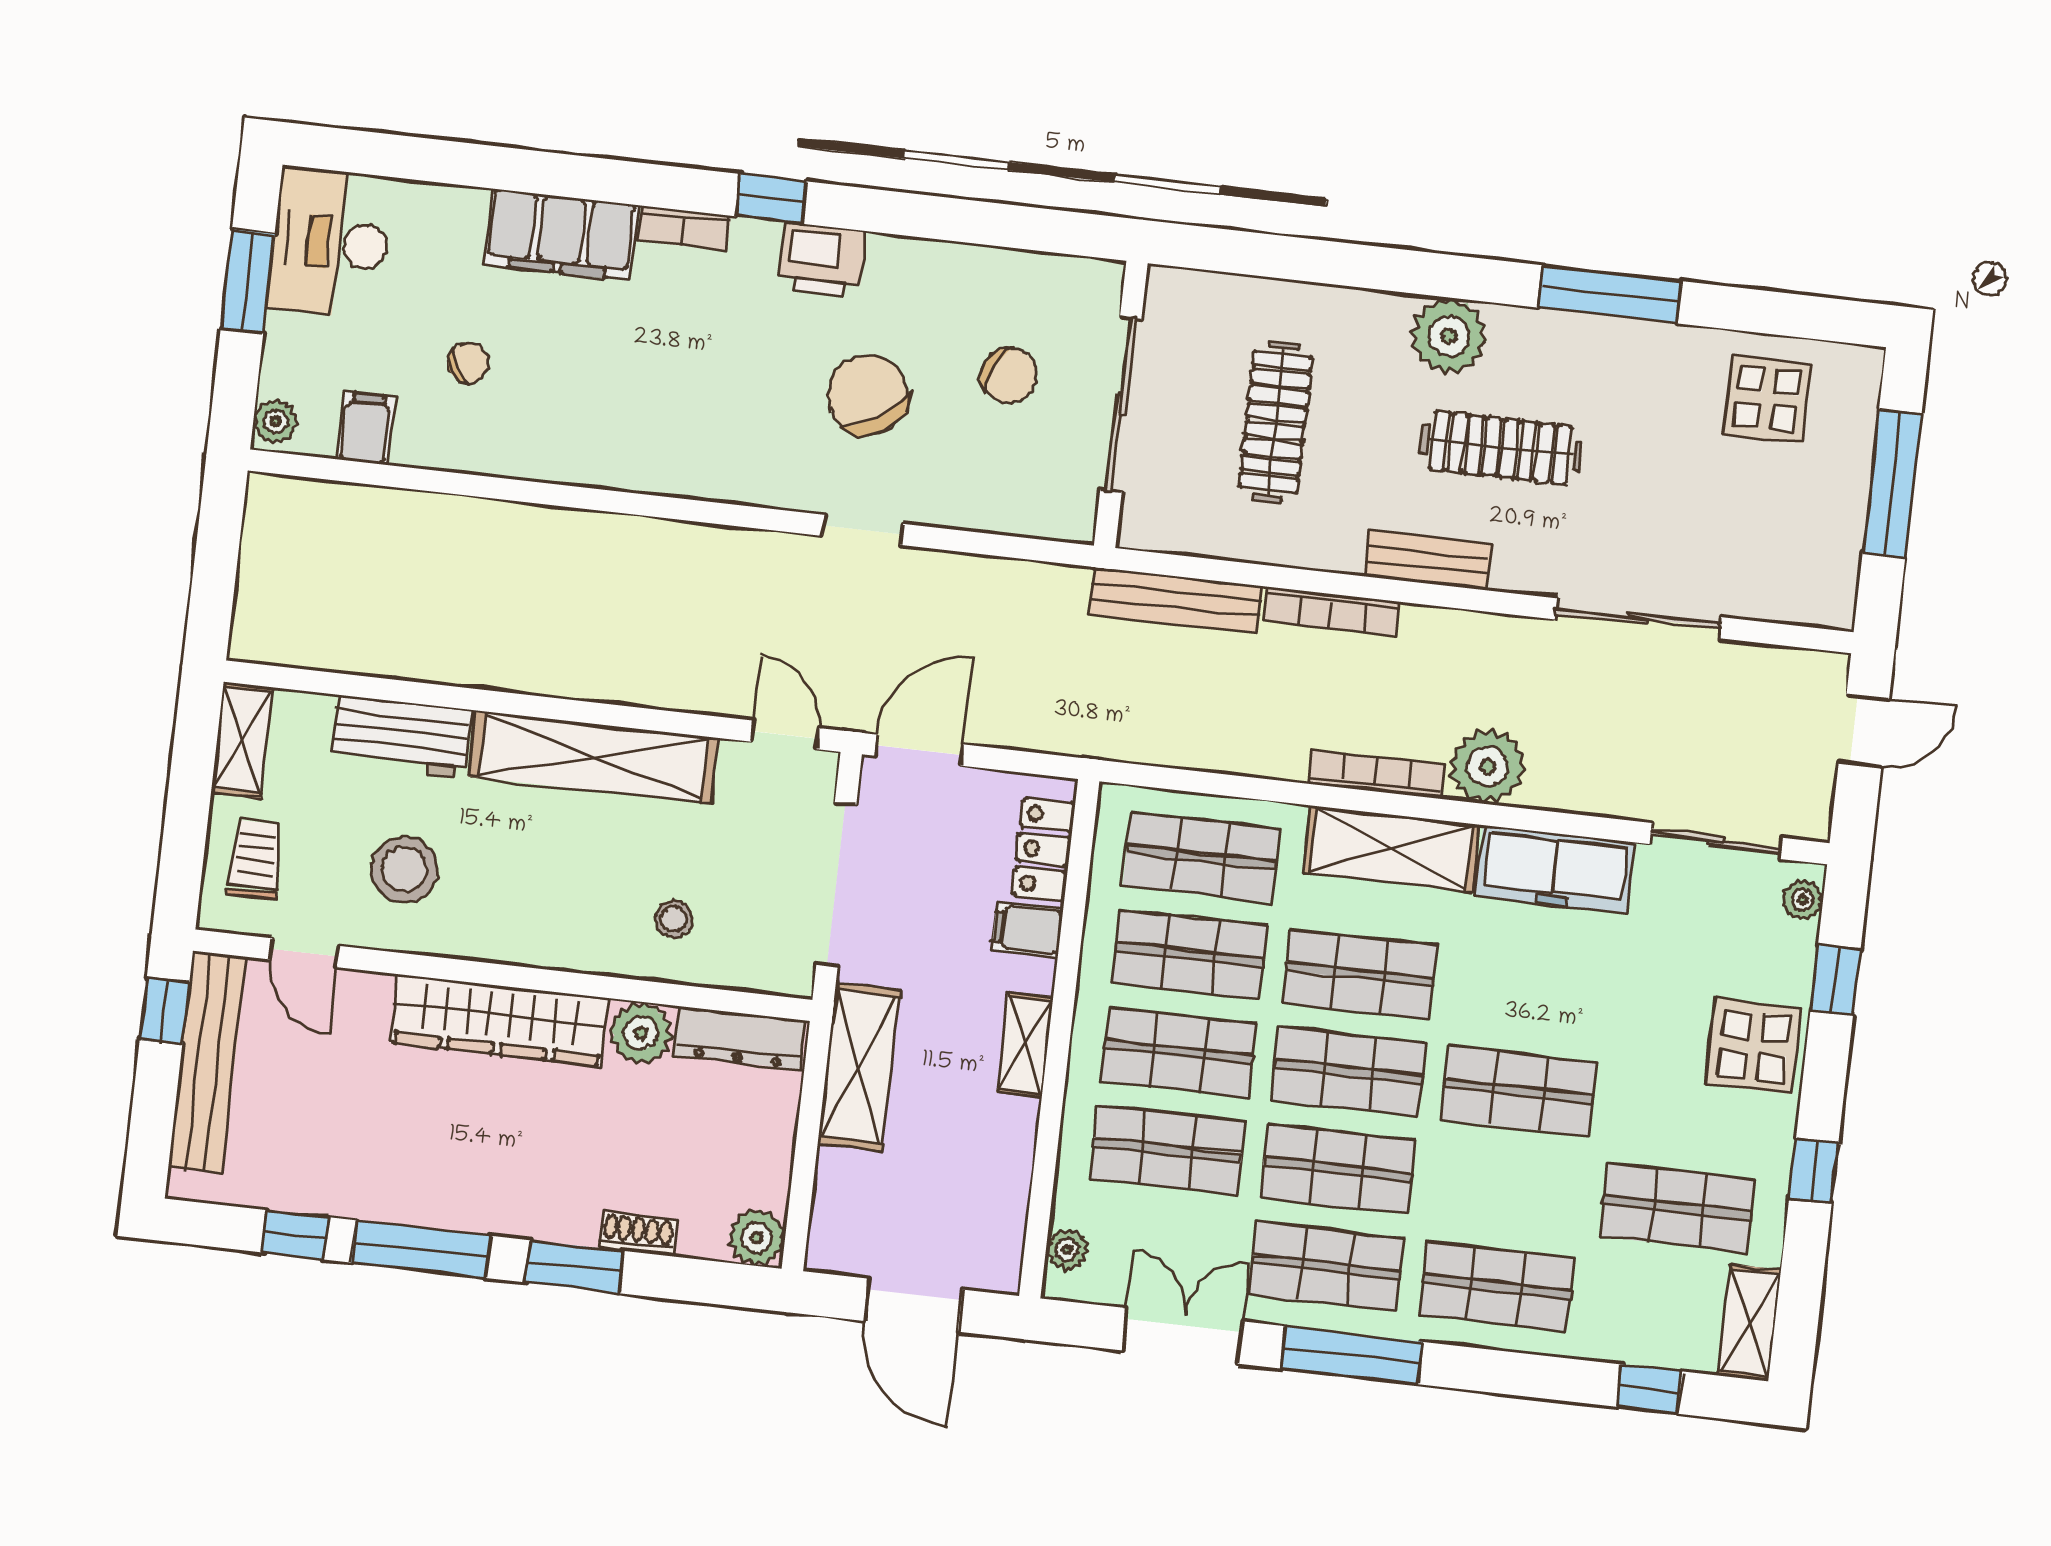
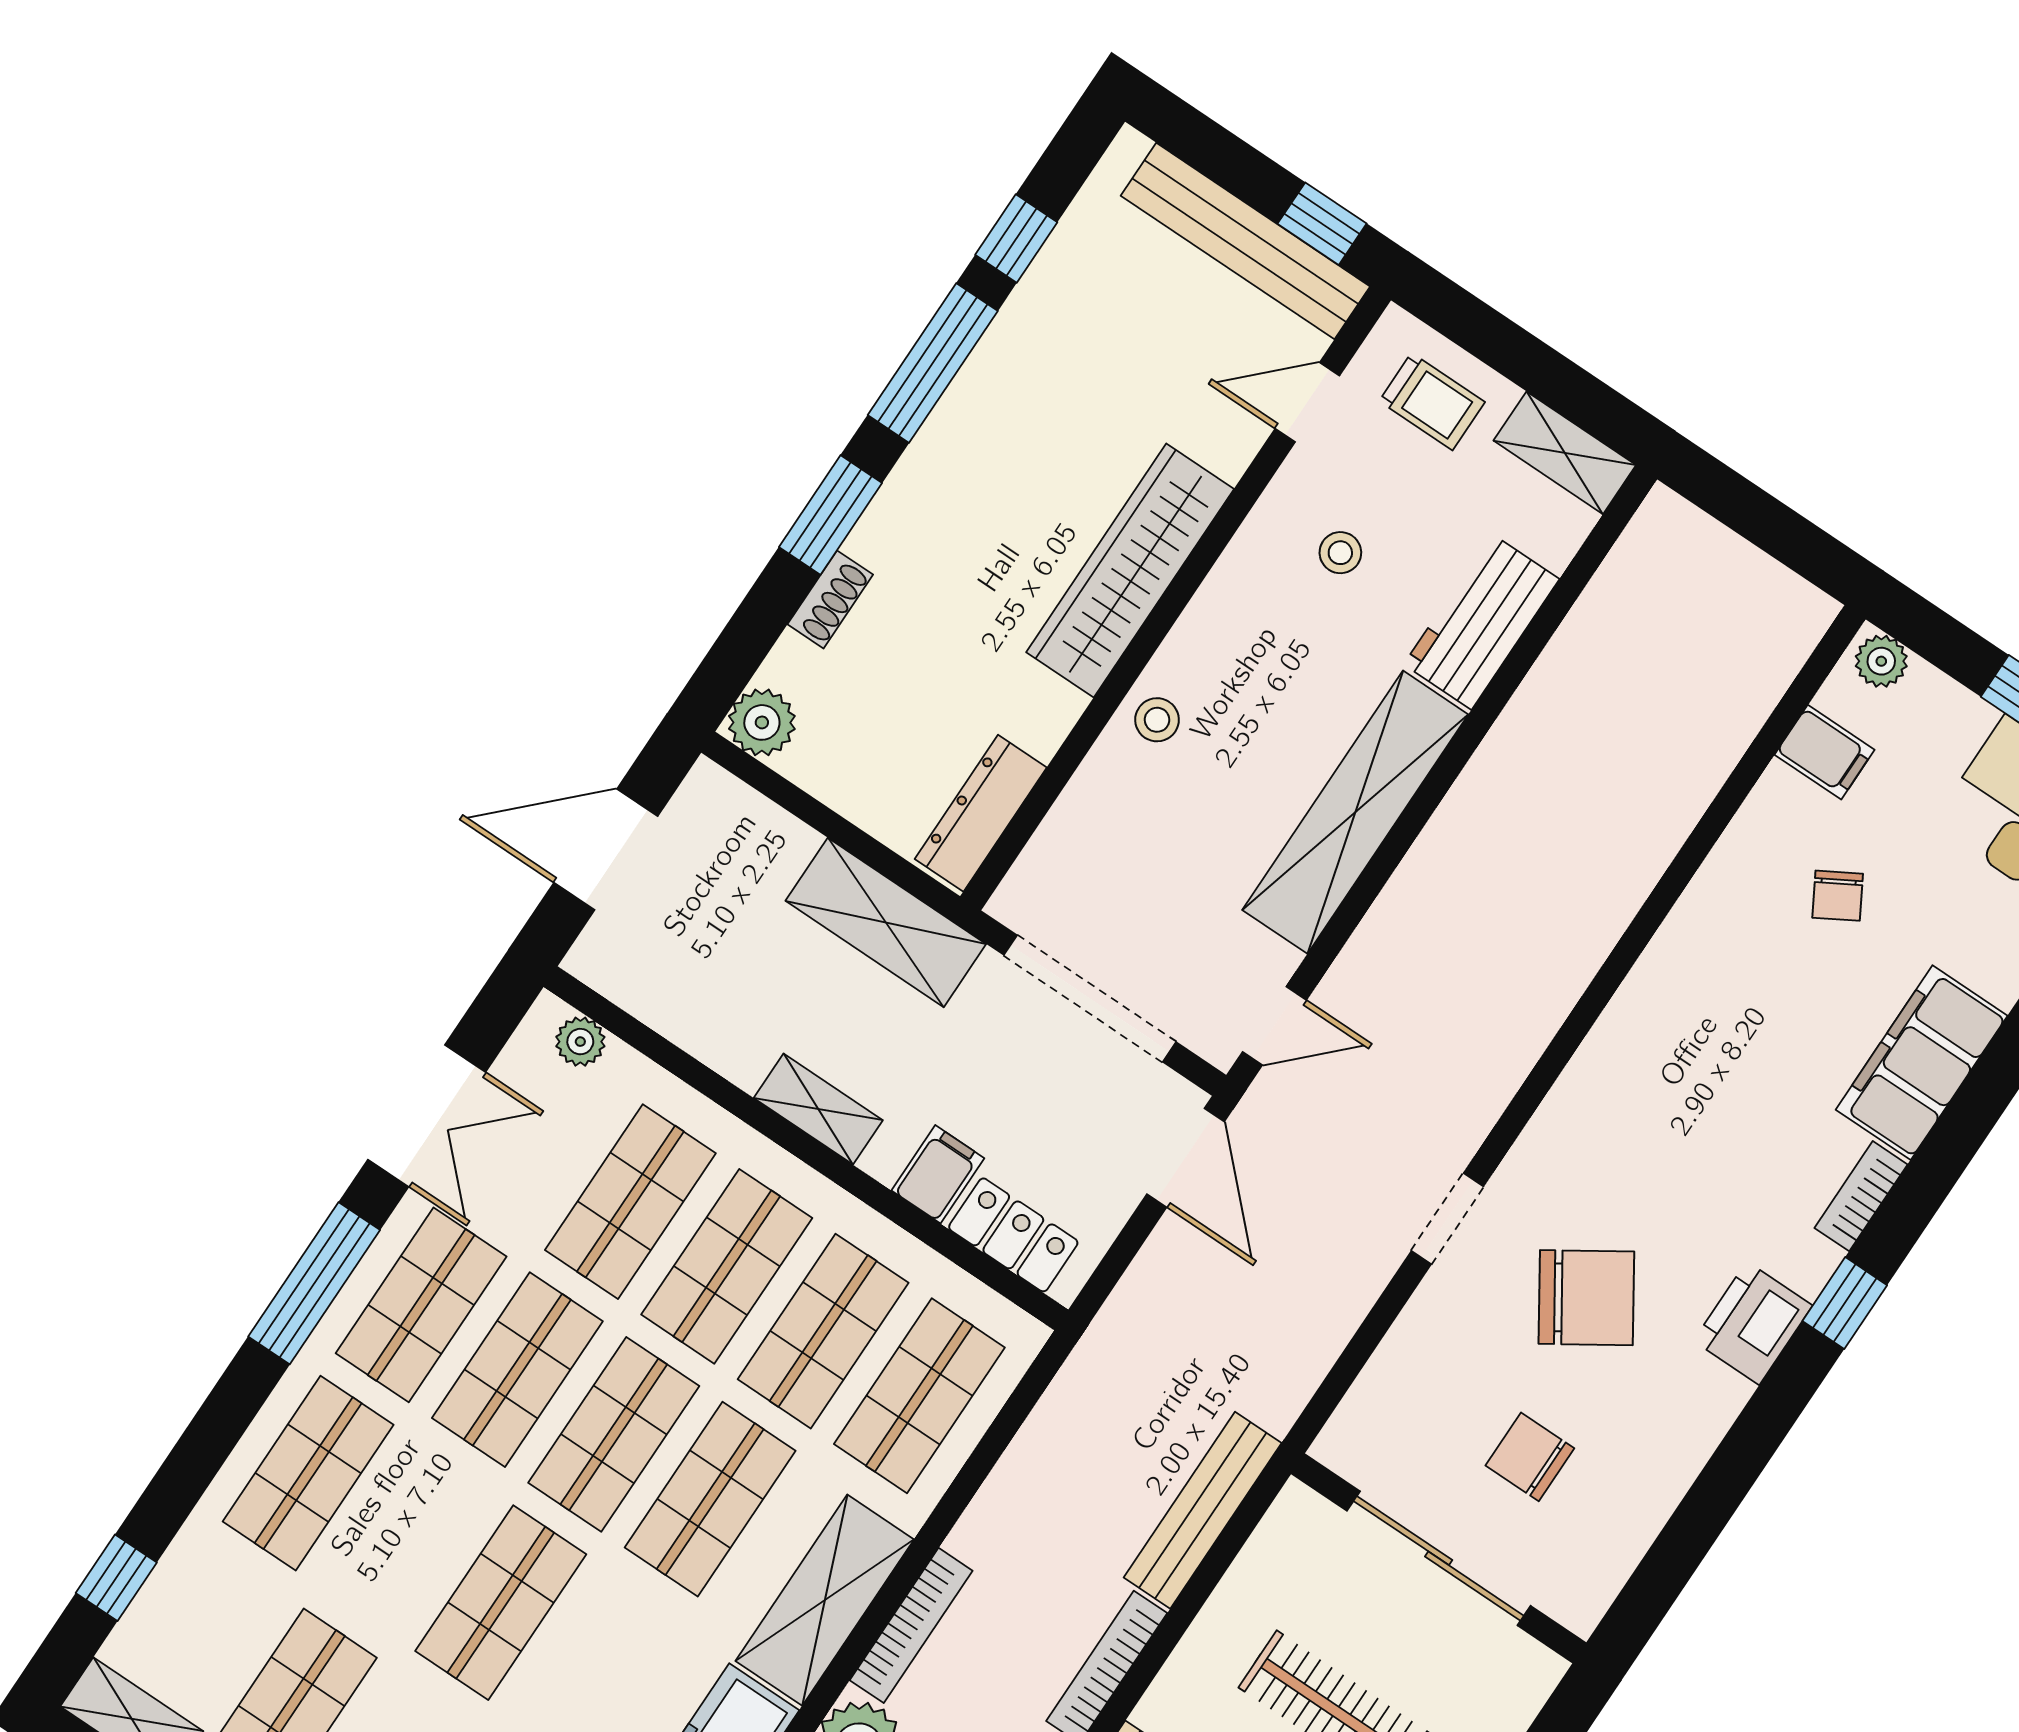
chair: (1009, 375) -> (1530, 1457), turned 65
stool: (404, 869) -> (1340, 553), width x0.53, depth x0.53
stool: (674, 919) -> (1157, 720), moved
plant: (641, 1033) -> (1040, 712), removed

